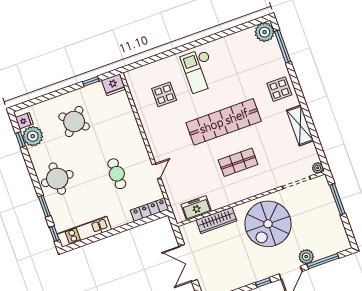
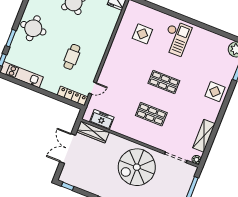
checkout: (199, 71) -> (176, 38), turned 180
shop shelf: (224, 122) -> (164, 82), width x0.50, depth x0.74
shelving: (300, 125) -> (204, 136), moved
door: (157, 171) -> (93, 88), moved
wardrobe: (216, 220) -> (93, 132), moved

